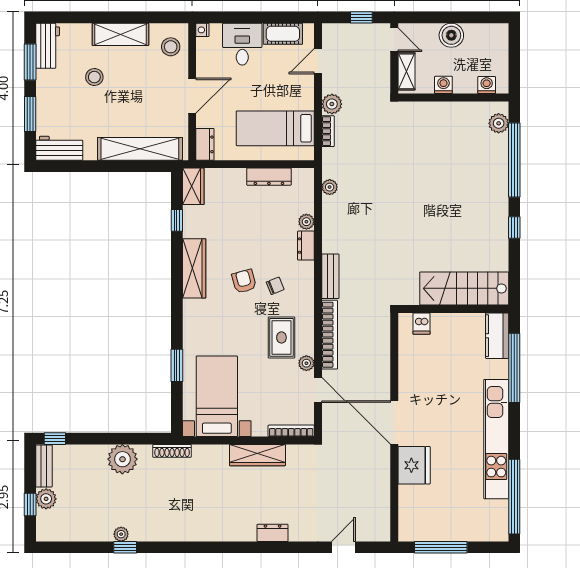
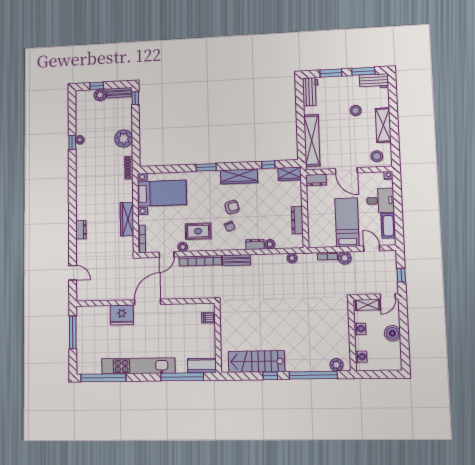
bed: (275, 128) -> (347, 222), moved
stairs: (464, 288) -> (256, 362), moved, turned -90
window: (177, 365) -> (206, 167), moved

